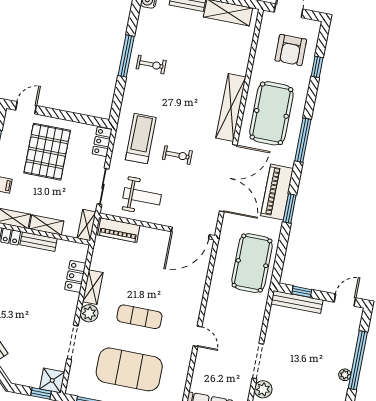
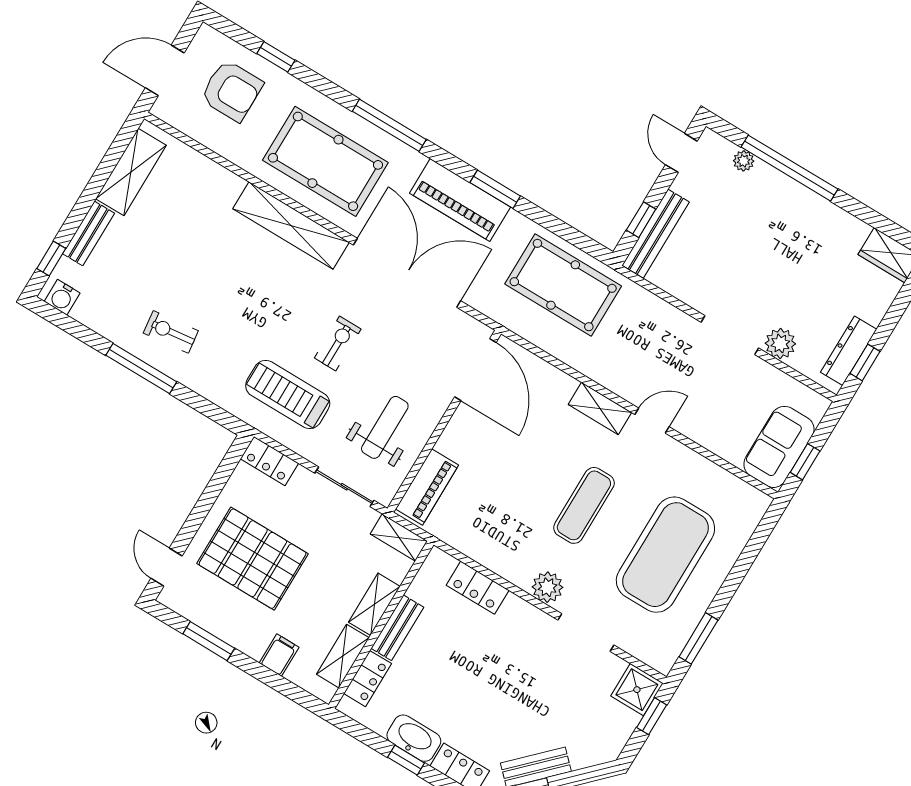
exercise bike: (151, 65) -> (171, 332), turned -97
shelving: (93, 287) -> (600, 408), moved
plant: (345, 375) -> (744, 161), moved

